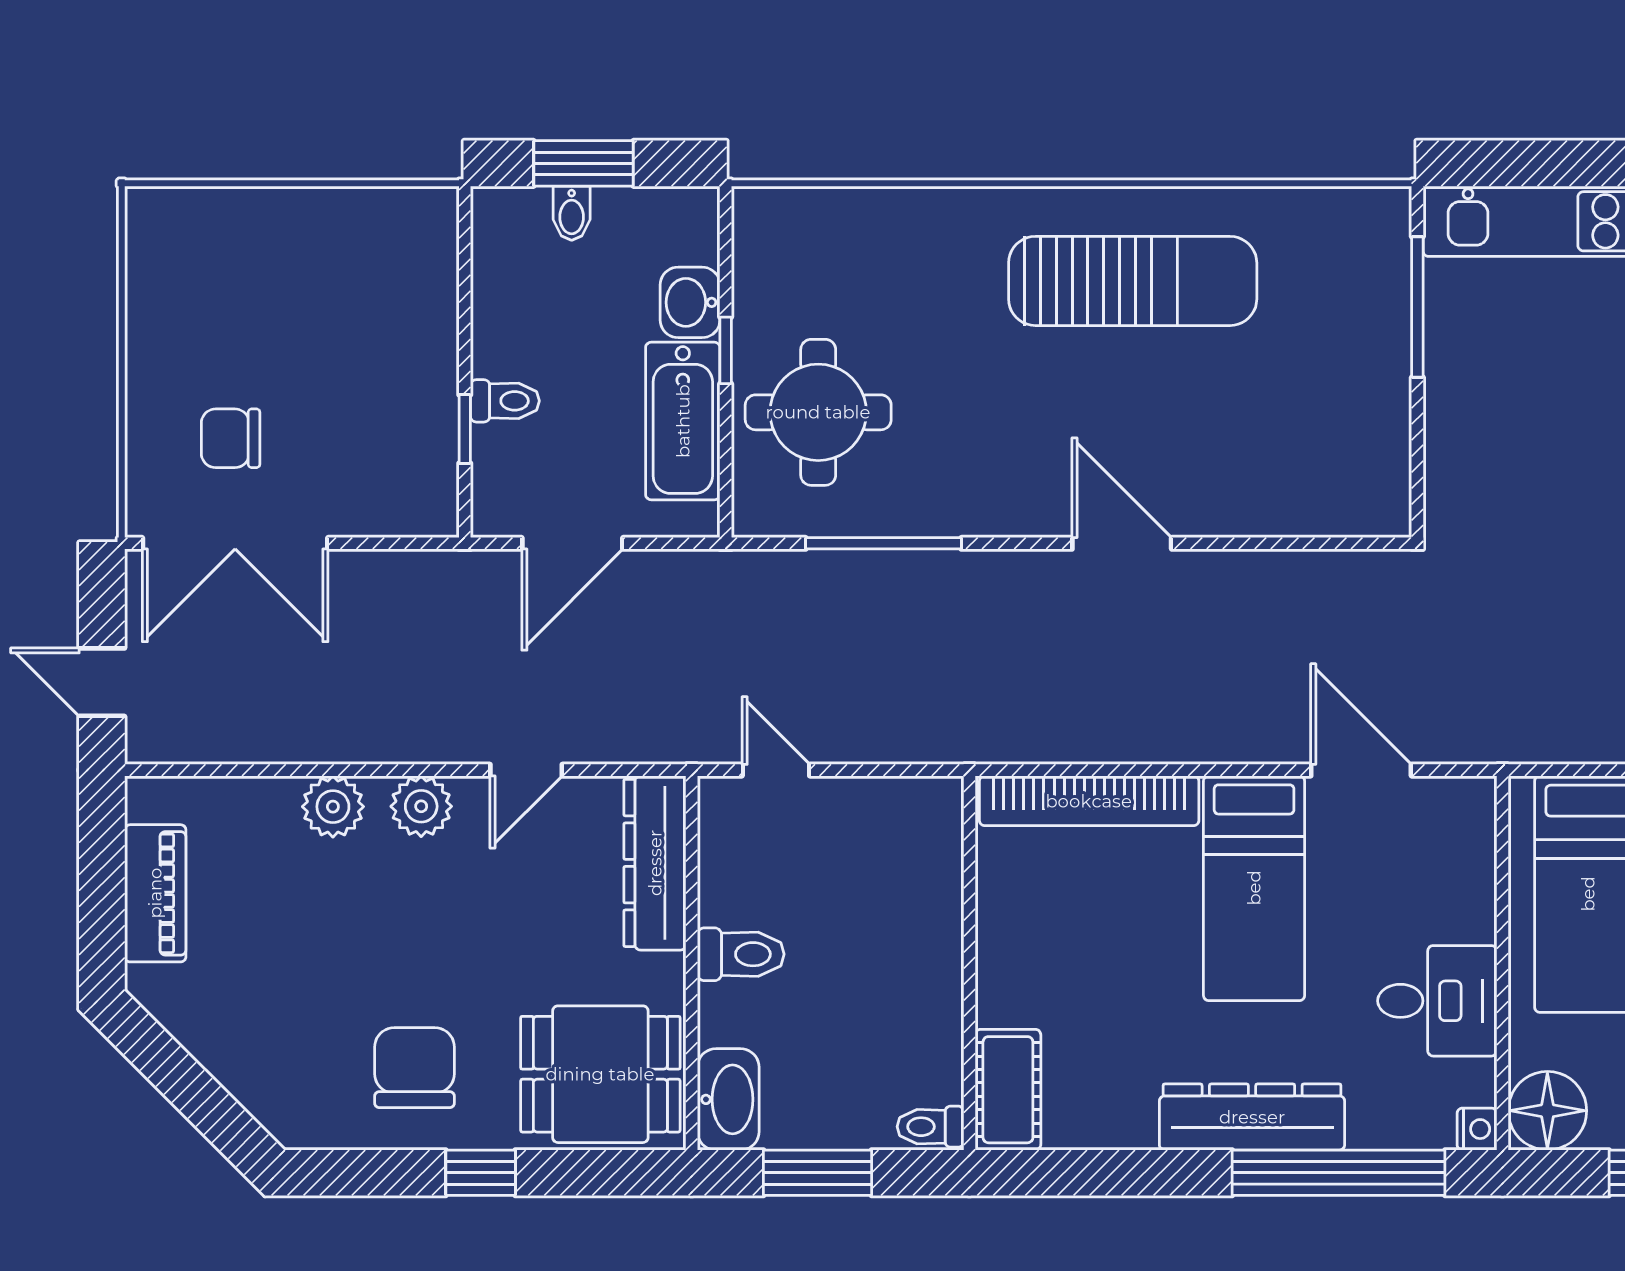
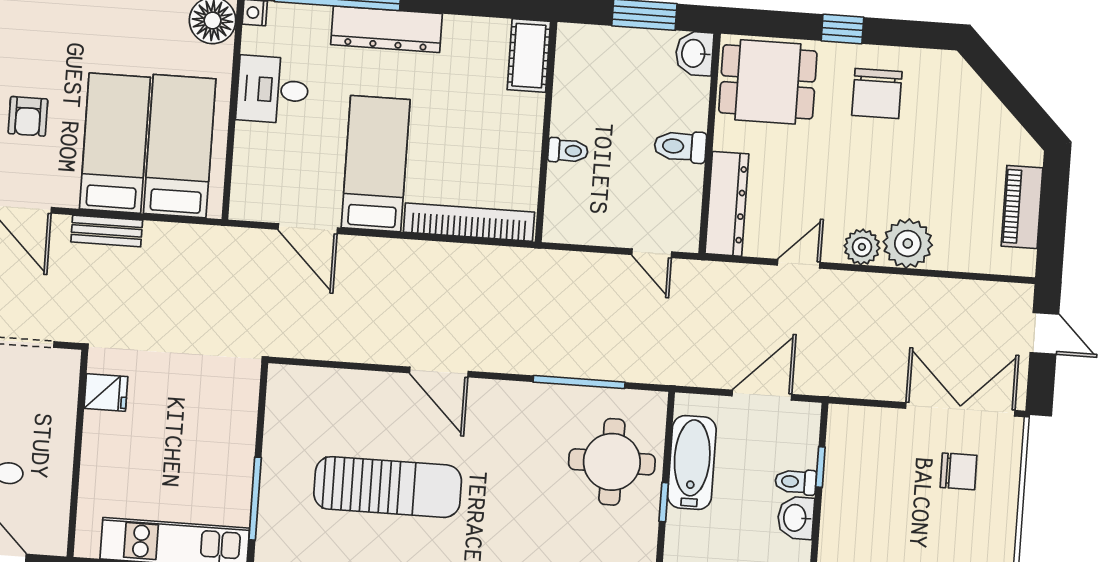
sun lounger: (1133, 281) -> (388, 487), moved, turned 180
washbasin: (690, 302) -> (796, 518), moved, turned 180
plant: (333, 807) -> (908, 243), width x1.36, depth x1.36
washbasin: (728, 1099) -> (694, 53), width x0.72
toilet: (930, 1127) -> (568, 151), moved

